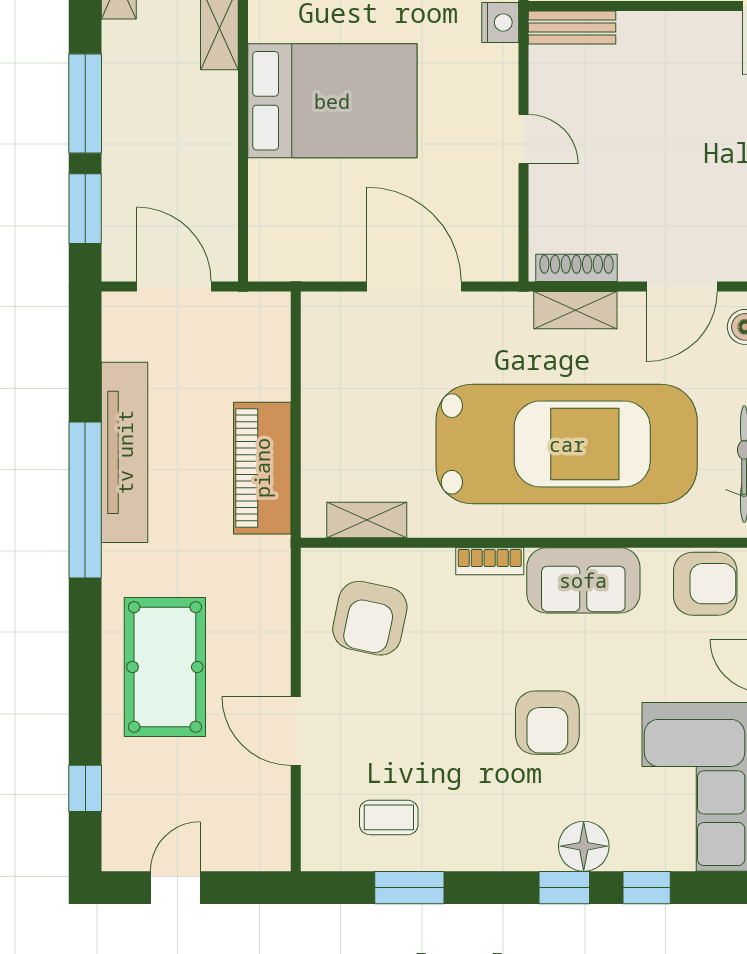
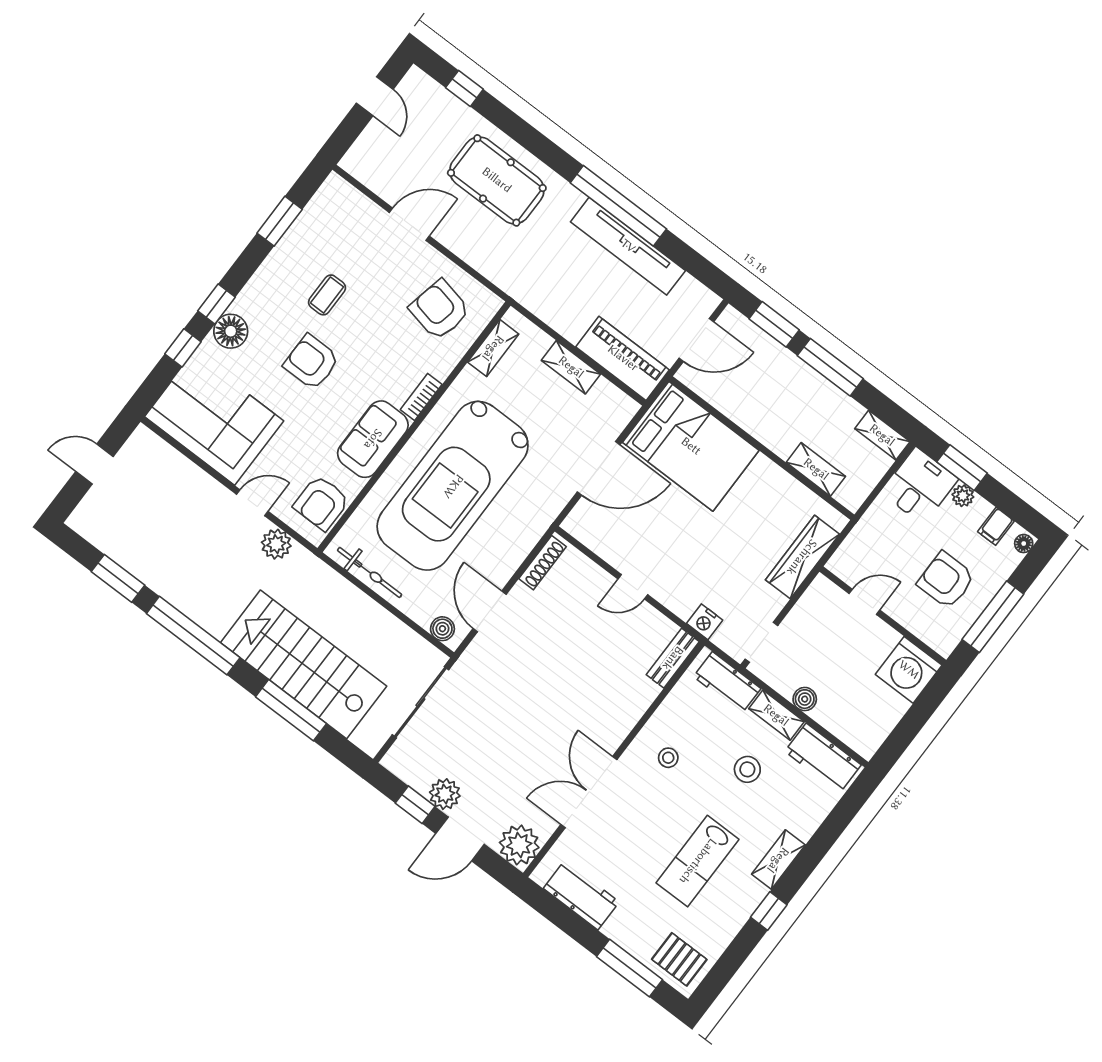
bed: (332, 101) -> (691, 446), moved, turned -90
shelving: (575, 310) -> (571, 367), moved, turned 90
piano: (262, 468) -> (623, 358), moved
coffee table: (389, 817) -> (327, 295), moved

